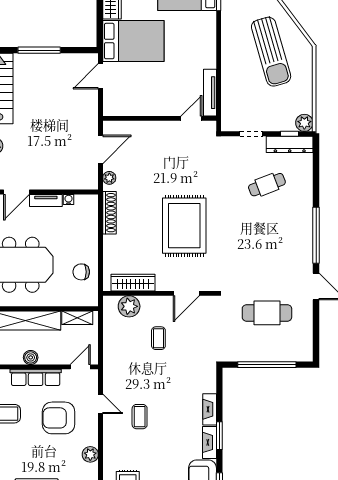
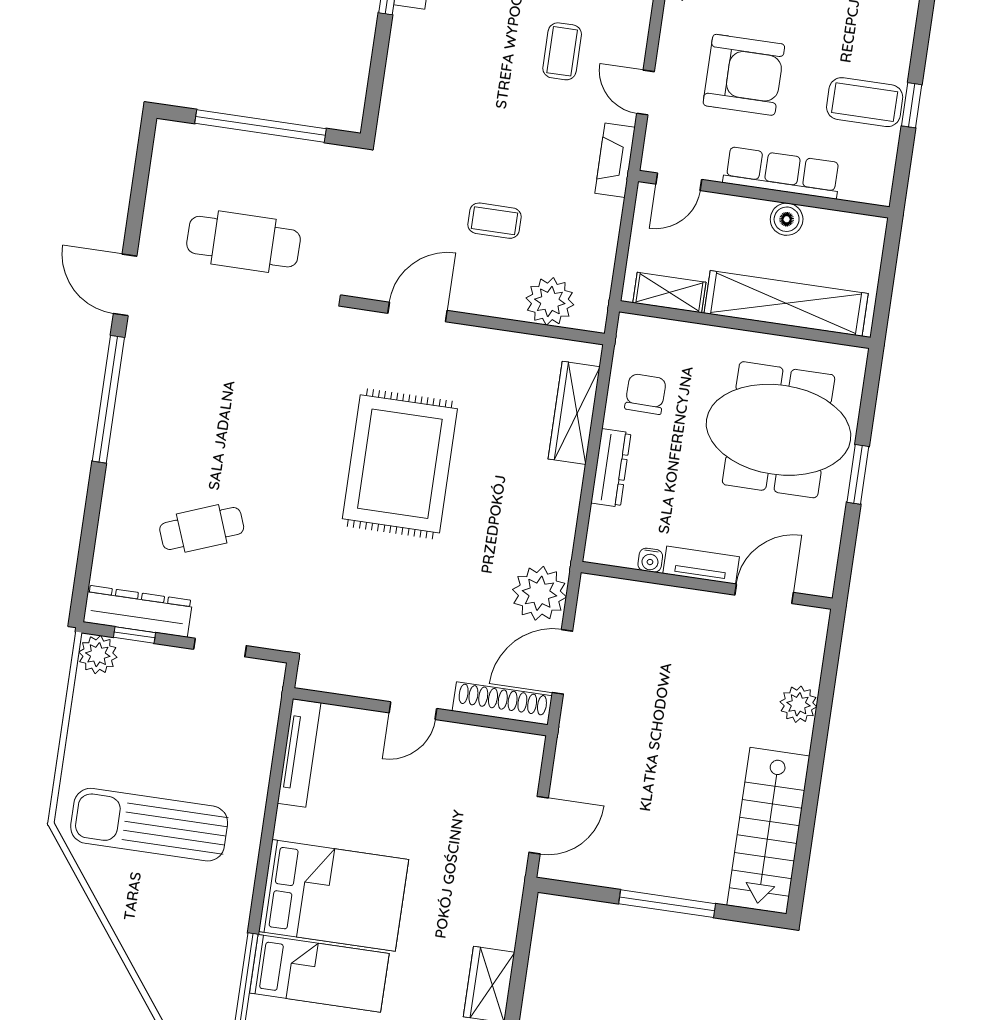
bed: (133, 41) -> (334, 895), moved, turned 180
sun lounger: (271, 52) -> (149, 825), turned -74
door: (191, 118) -> (413, 711), moved
plant: (109, 178) -> (539, 593), width x1.87, depth x1.87
shoe rack: (109, 213) -> (502, 703), moved, turned 90
dresser: (92, 237) -> (611, 468), added
chair: (81, 272) -> (645, 394), turned -89
wardrobe: (133, 283) -> (574, 413), moved, turned 90
coffee table: (158, 338) -> (494, 221), turned 90
fireplace: (210, 409) -> (615, 160), moved, turned 180

